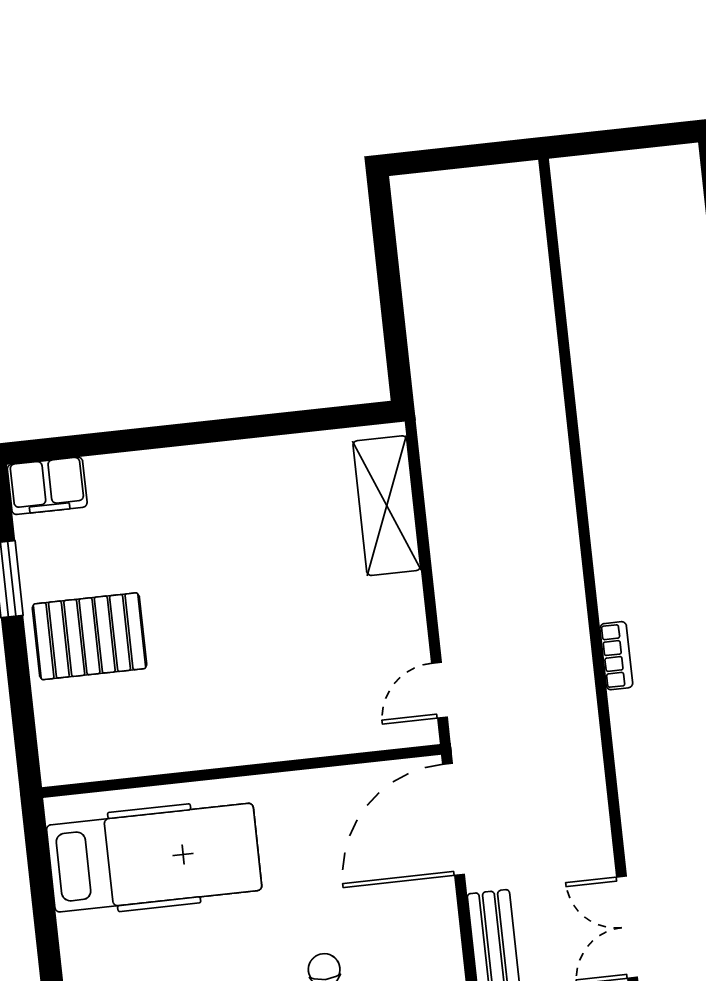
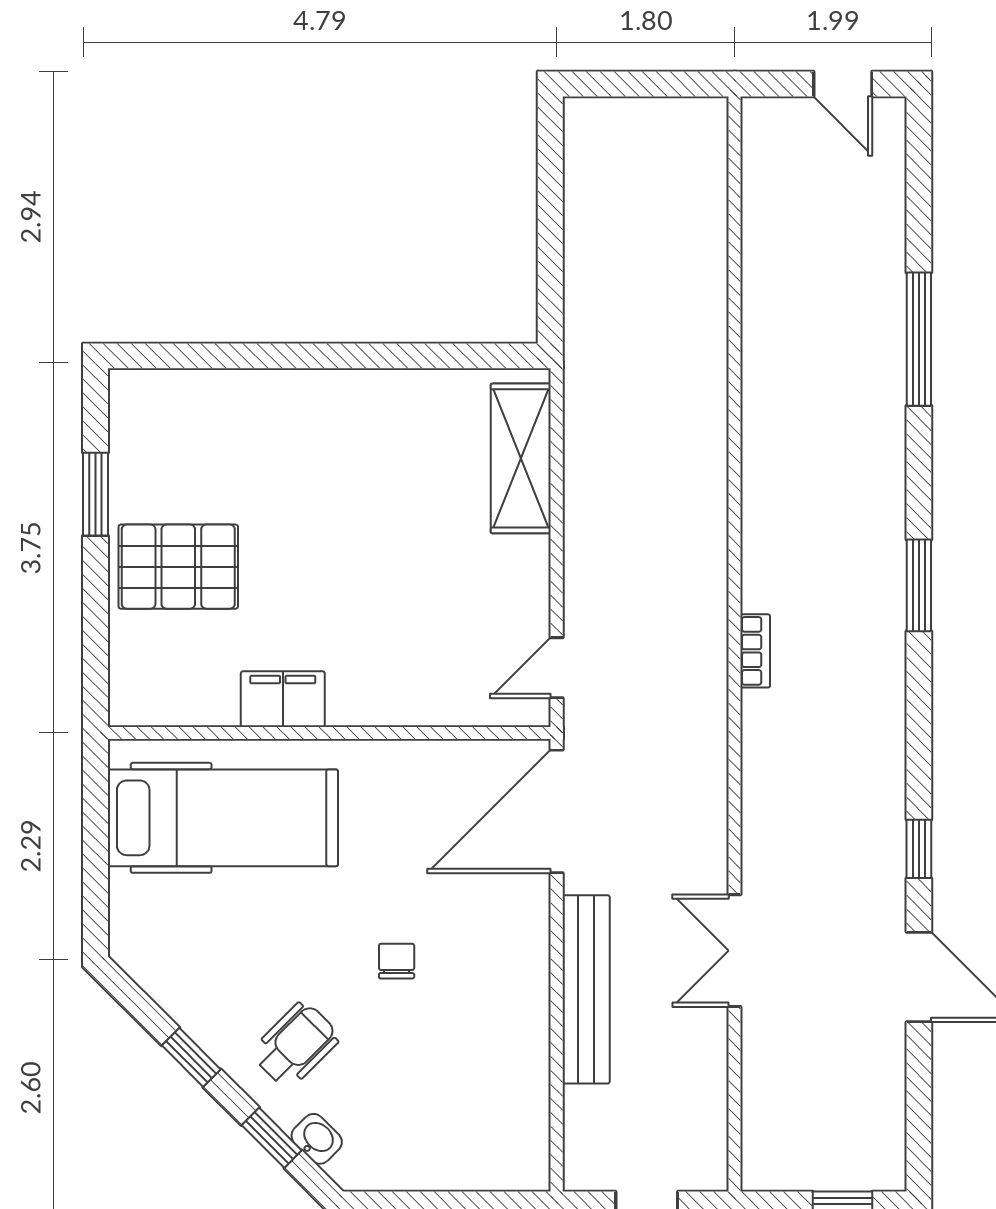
door: (640, 138) -> (843, 84), added
filing cabinet: (47, 486) -> (283, 699), moved, turned 180

